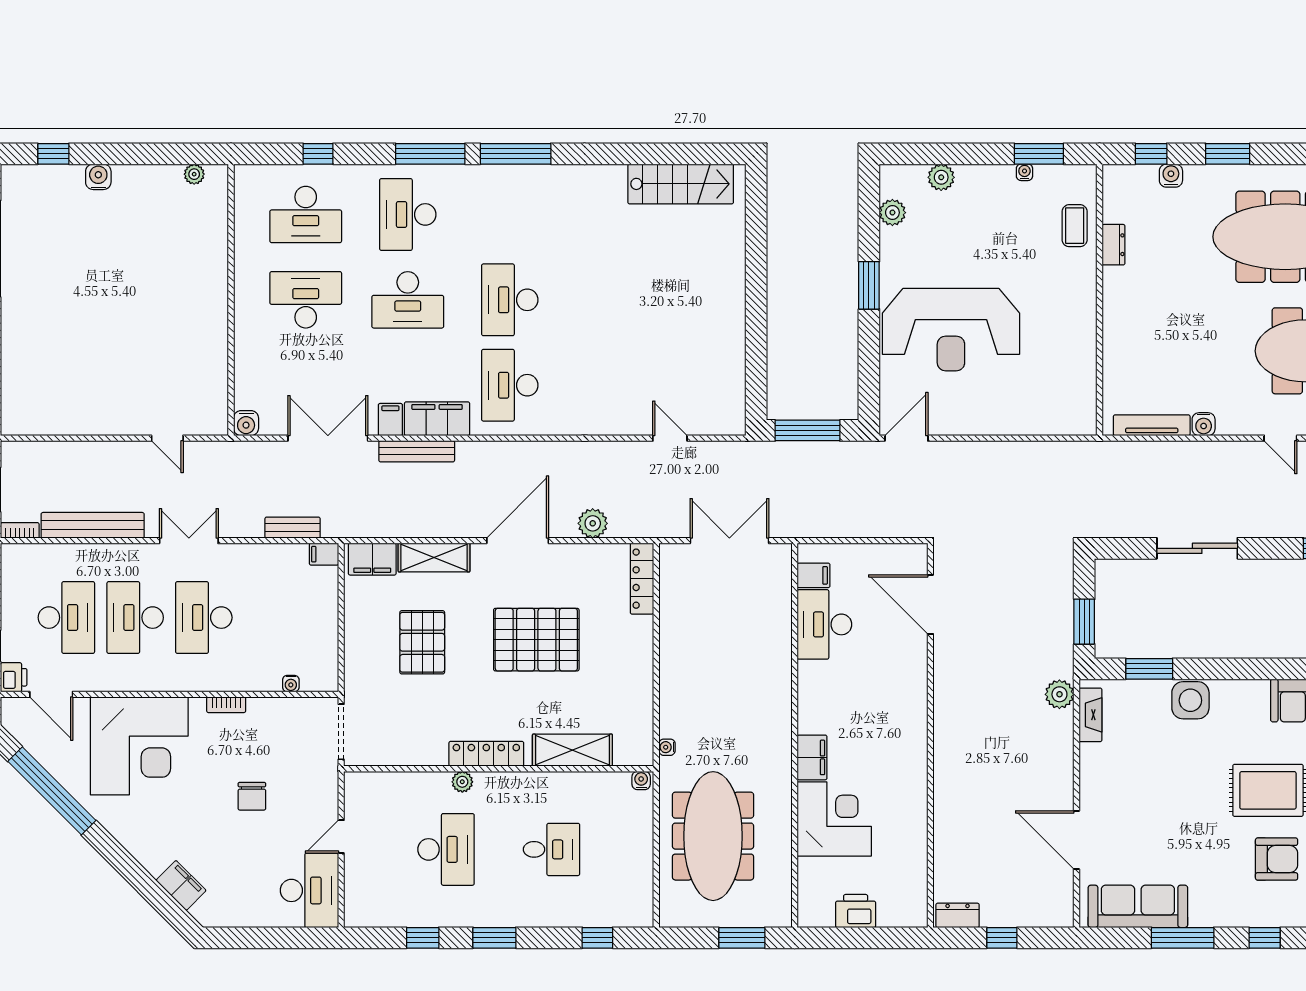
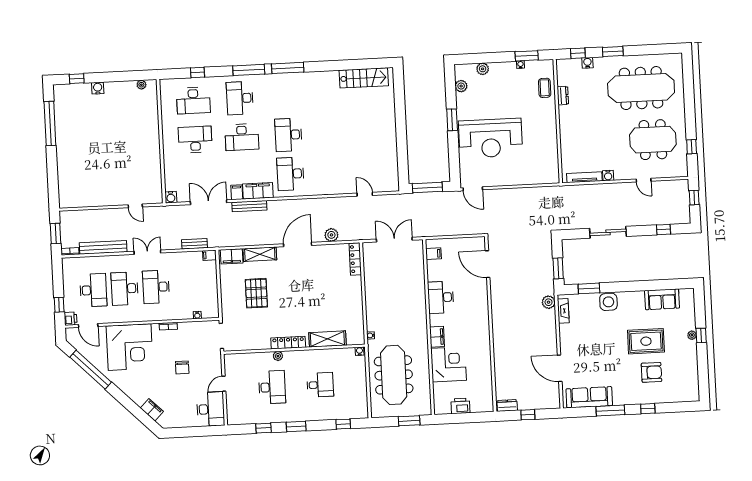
door: (906, 438) -> (473, 189), swing flipped
desk: (824, 624) -> (441, 297), moved
pallet: (536, 640) -> (308, 289), removed

